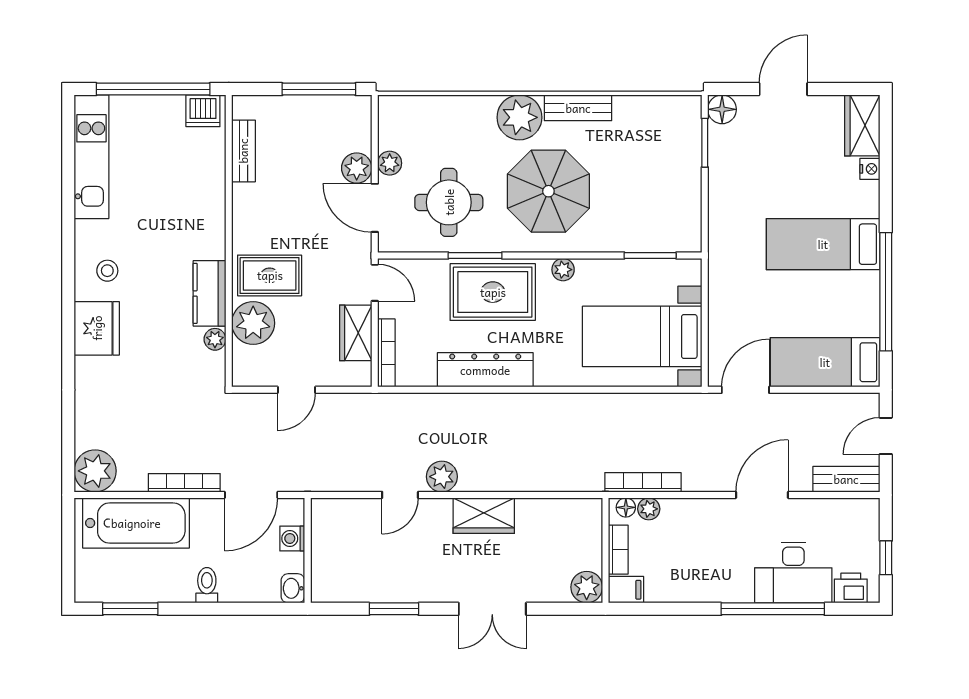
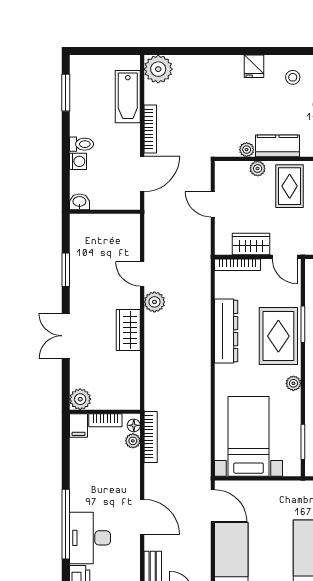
door: (375, 283) -> (285, 257), hinge flipped
plant: (253, 323) -> (258, 168), width x0.53, depth x0.53
fridge: (97, 328) -> (254, 66), width x0.53, depth x0.75
door: (251, 495) -> (142, 174), swing flipped
bathtub: (136, 523) -> (128, 97), width x0.73, depth x0.73
washing machine: (292, 538) -> (78, 161), moved, turned 90

